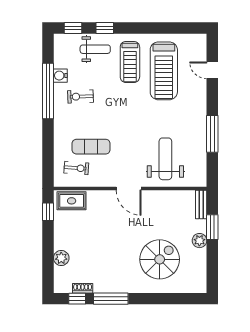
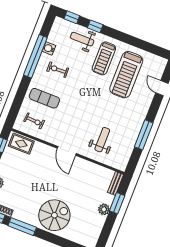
weight bench: (95, 49) -> (82, 39), turned 180
exercise mat: (91, 147) -> (44, 98), moved
weight bench: (165, 159) -> (102, 140), width x0.73, depth x0.75
spiral stairs: (160, 259) -> (54, 215), moved

